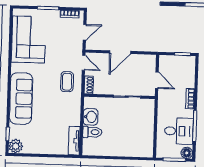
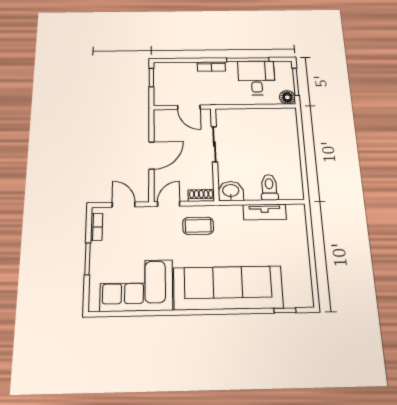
door: (120, 52) -> (151, 155), hinge flipped
door: (157, 80) -> (189, 107), swing flipped
sofa: (21, 99) -> (228, 288), width x1.36, depth x1.27
washbasin: (91, 117) -> (231, 191), moved
tv unit: (74, 141) -> (265, 212), moved
plant: (16, 146) -> (302, 297), removed
floor lamp: (187, 153) -> (287, 97), moved

